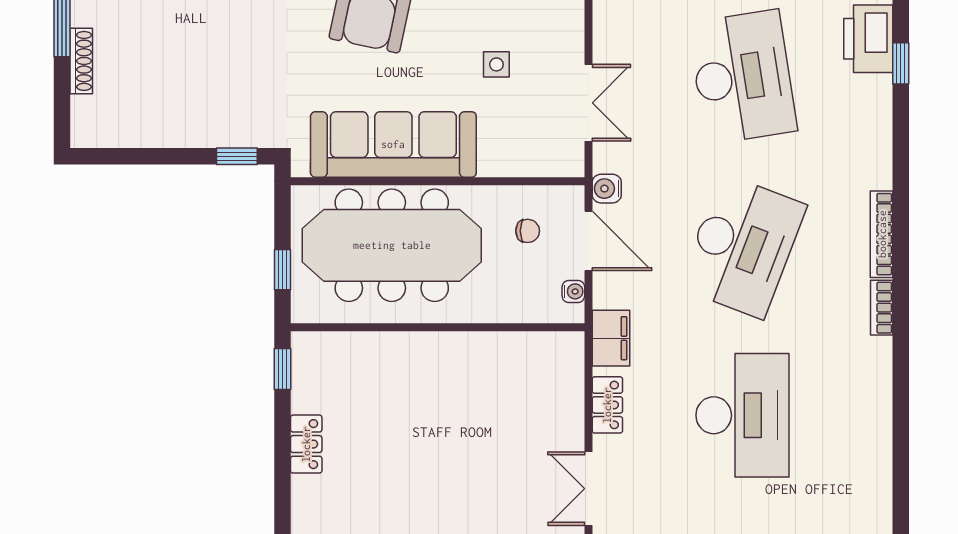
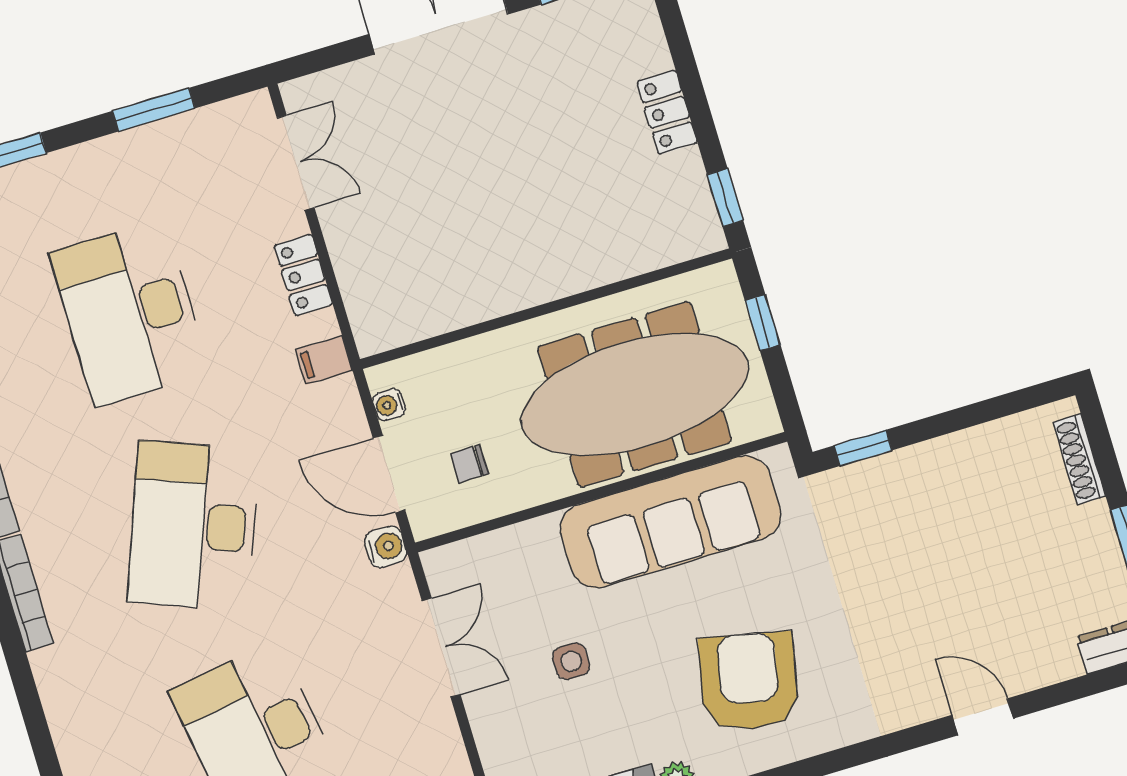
shoe rack: (81, 61) -> (1079, 459), moved
double door: (588, 103) -> (441, 648), swing flipped
filing cabinet: (611, 338) -> (324, 360), width x0.50

